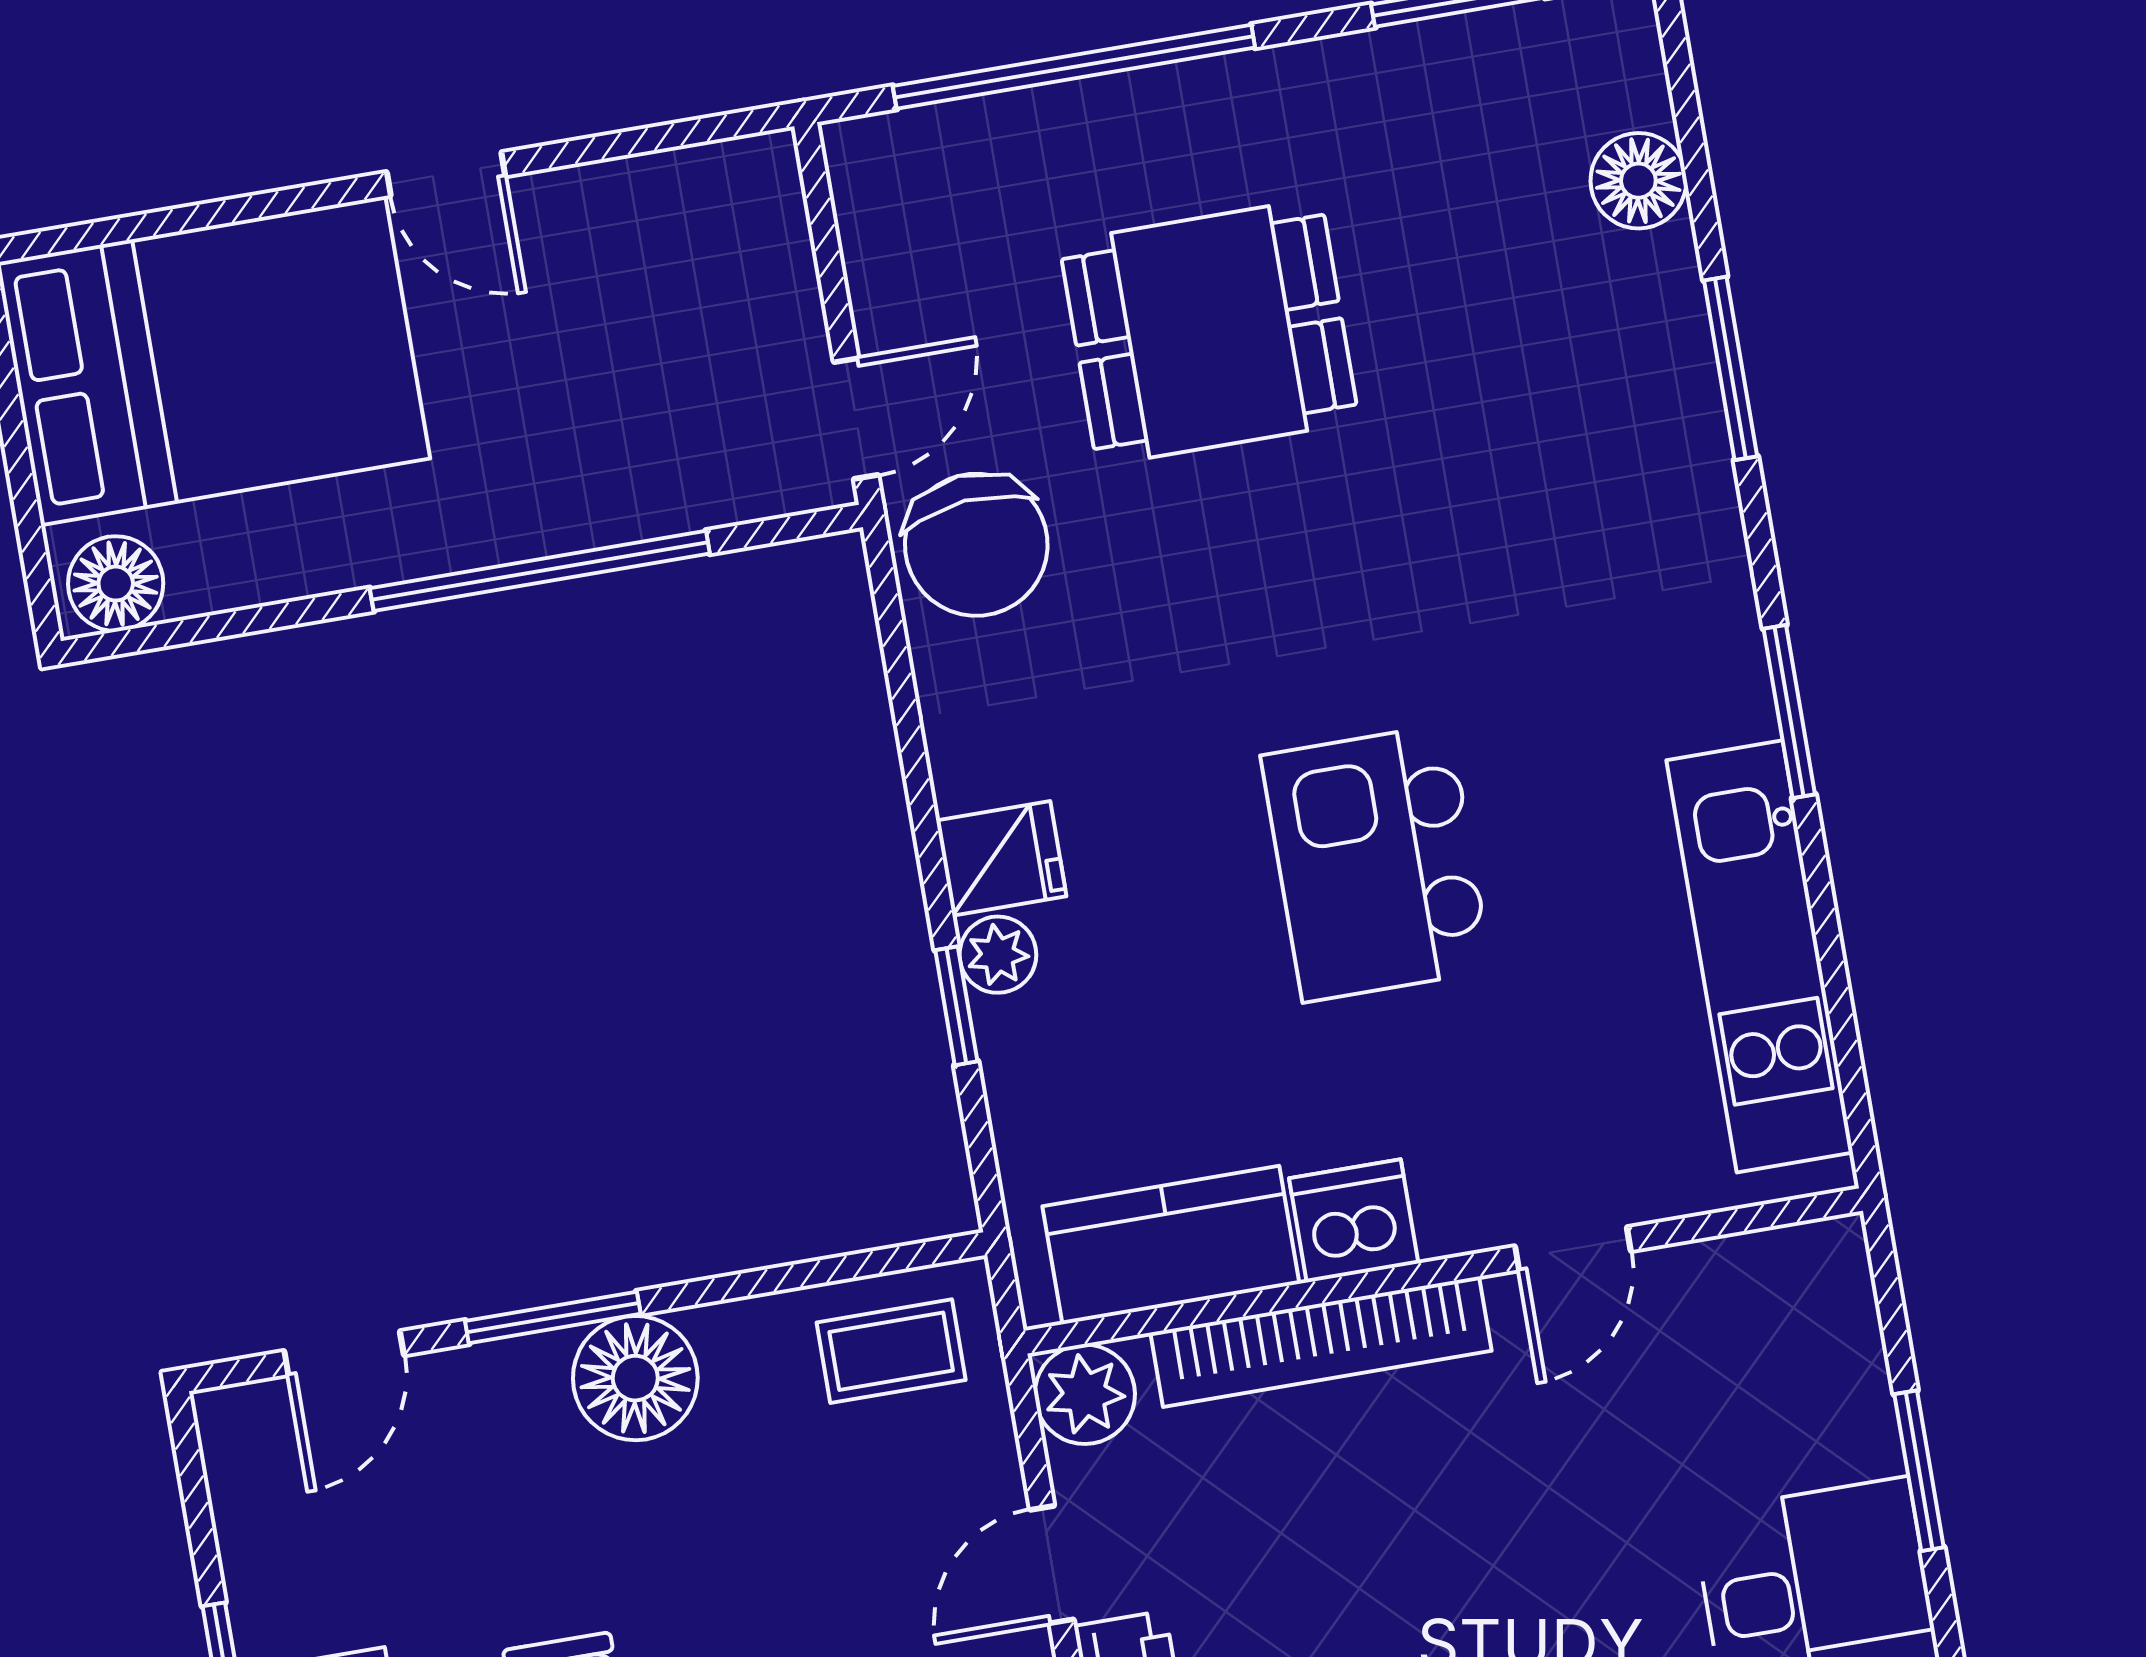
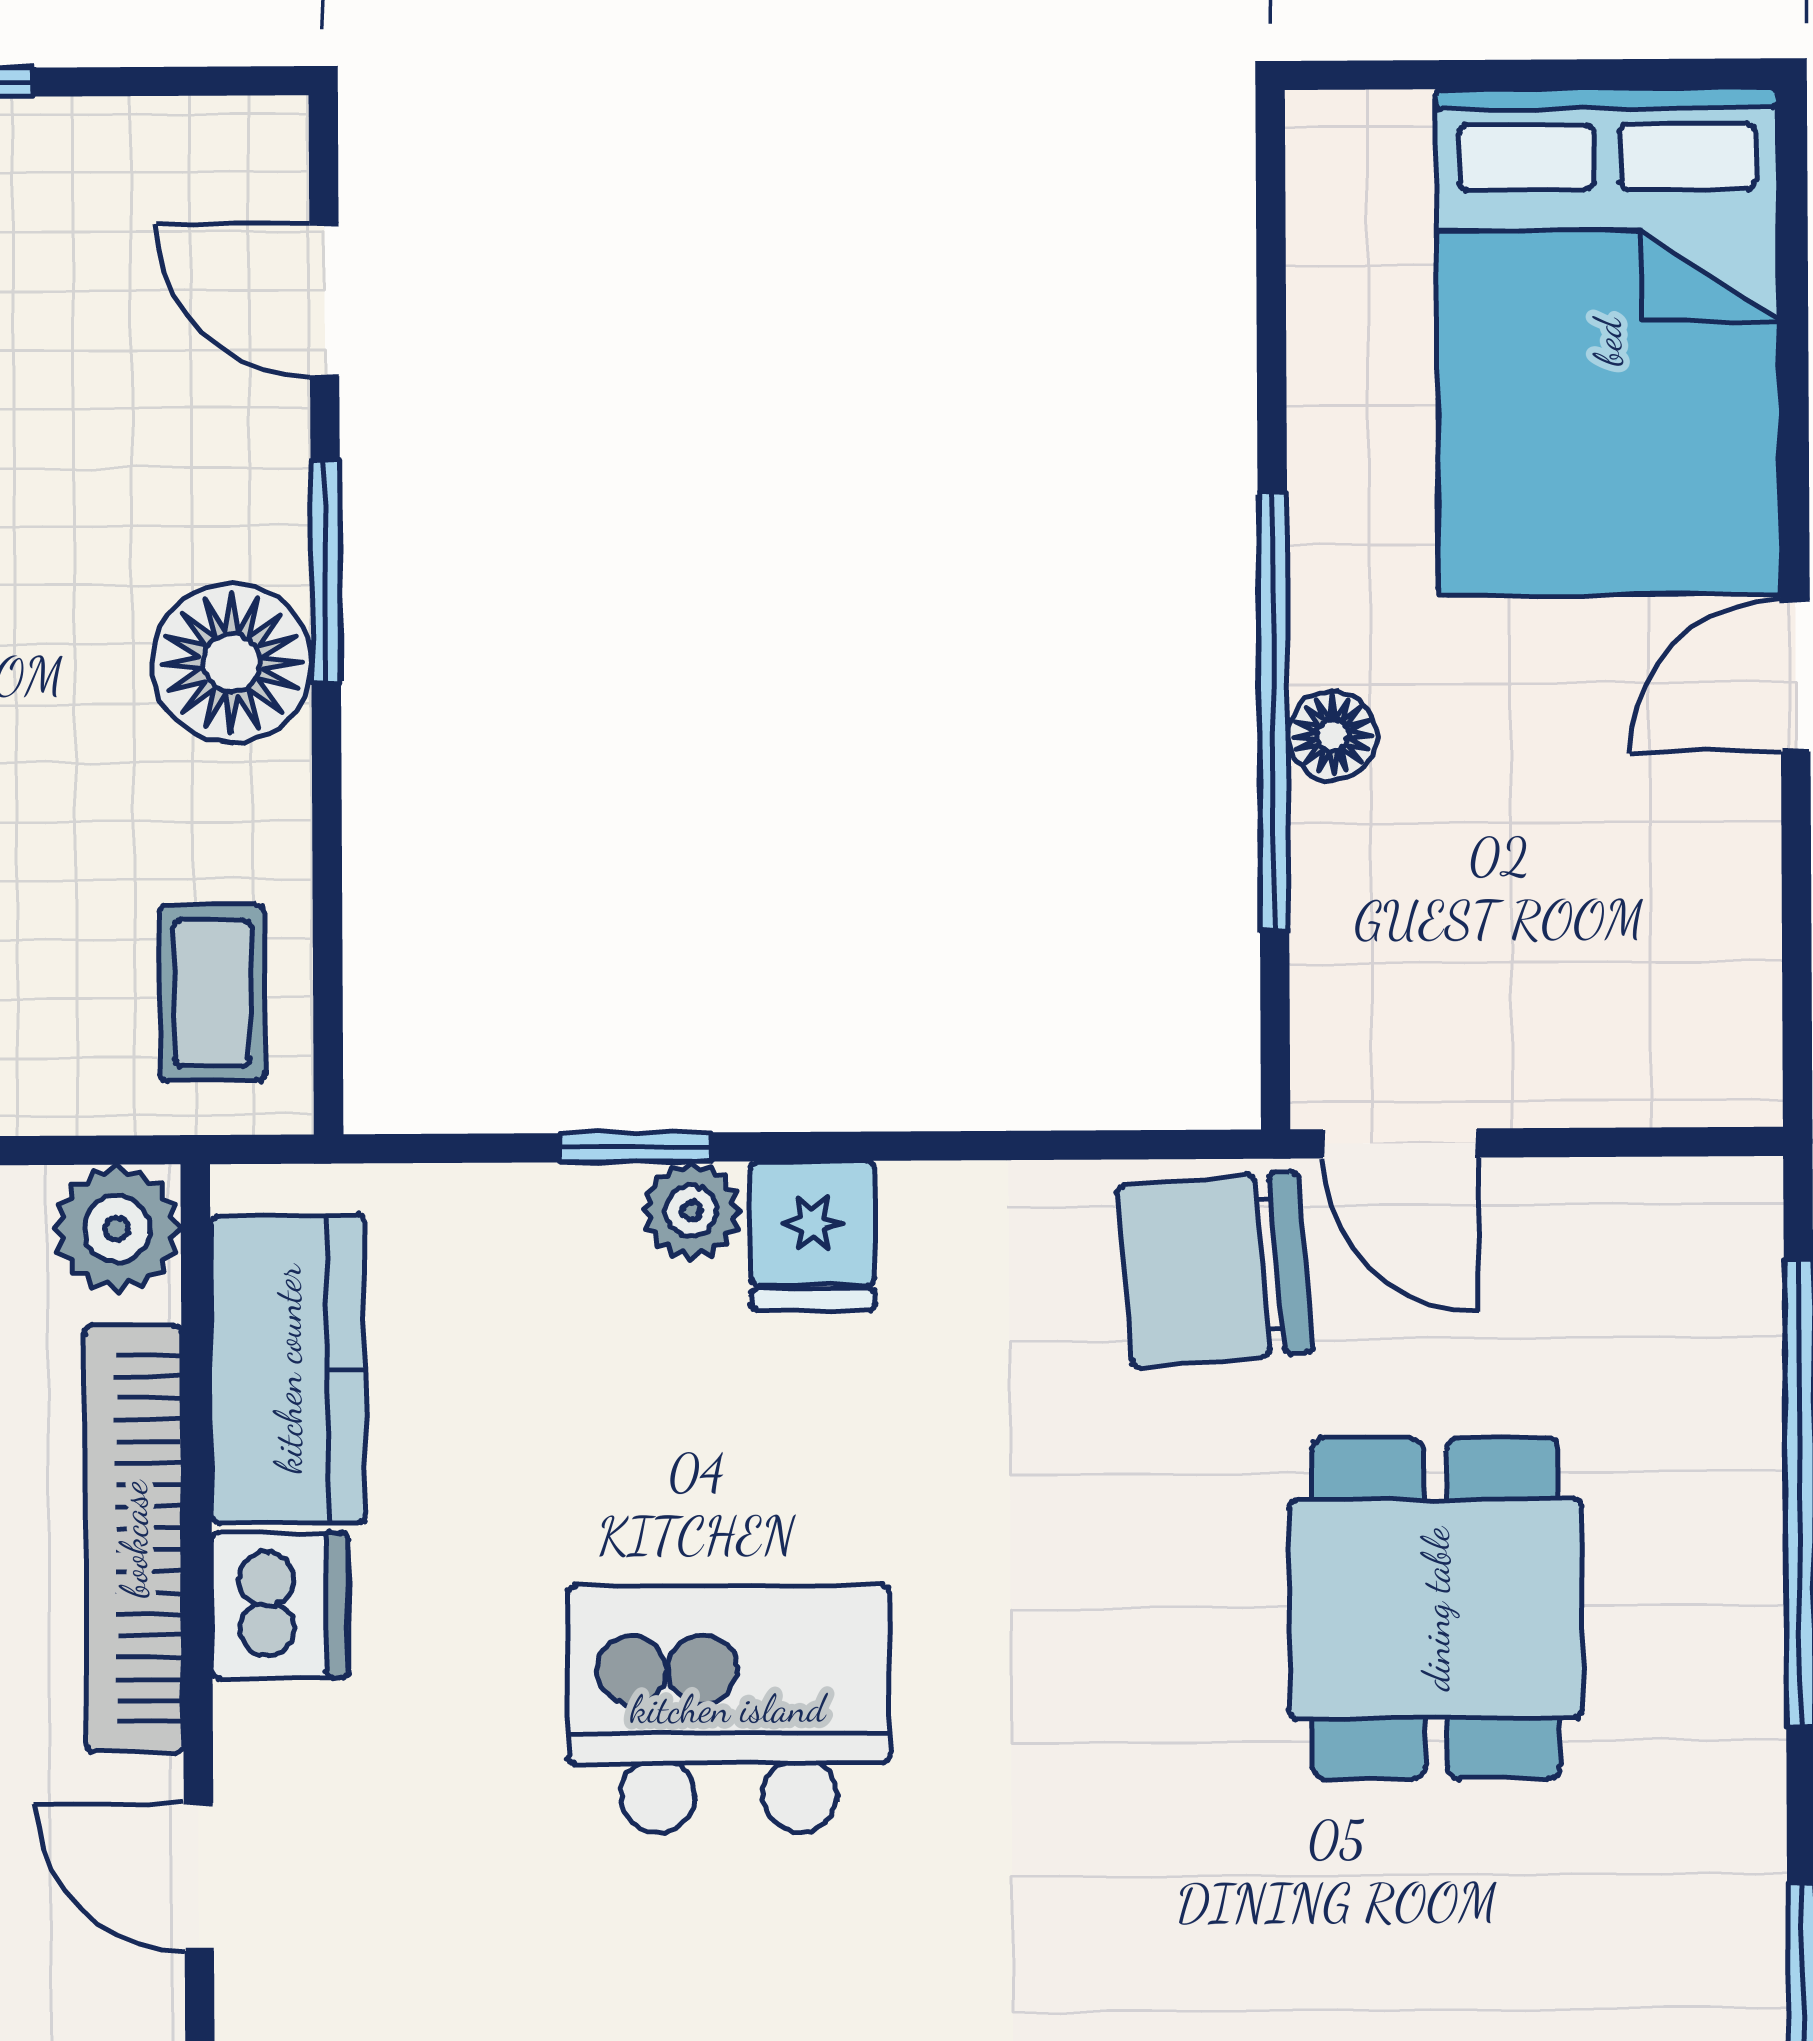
floor lamp: (116, 584) -> (1333, 735), moved, width x0.73, depth x0.73

